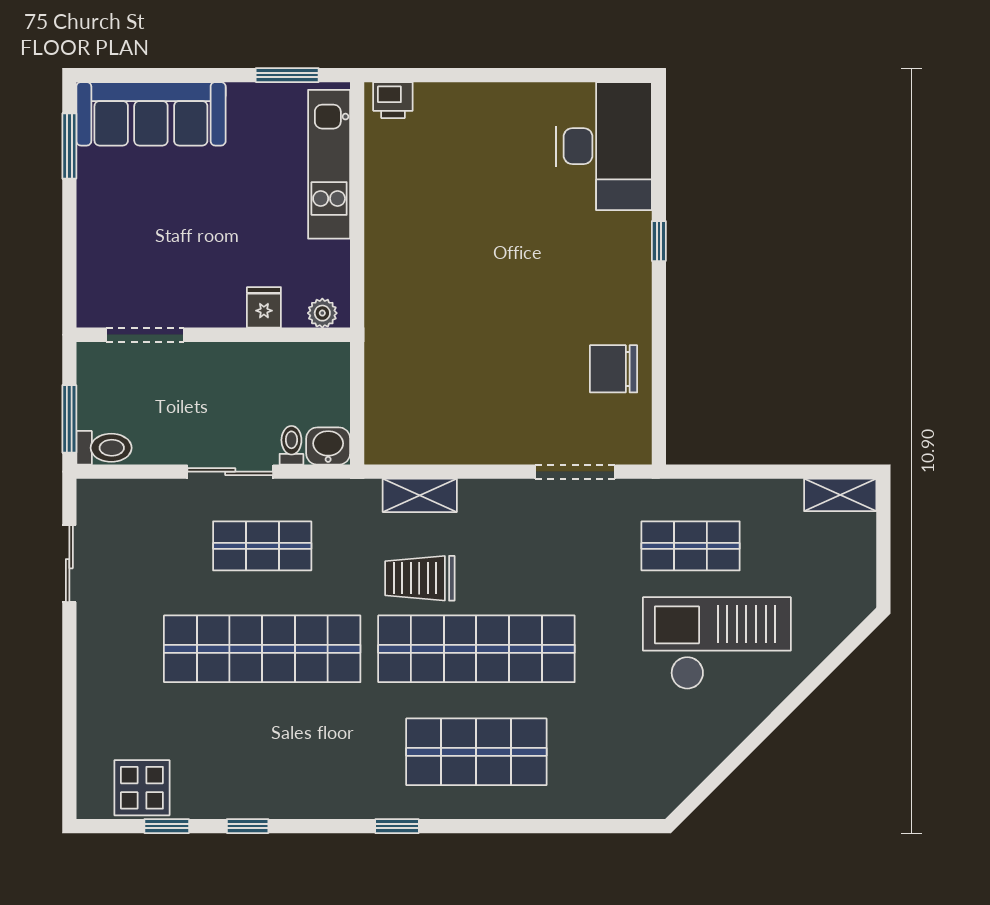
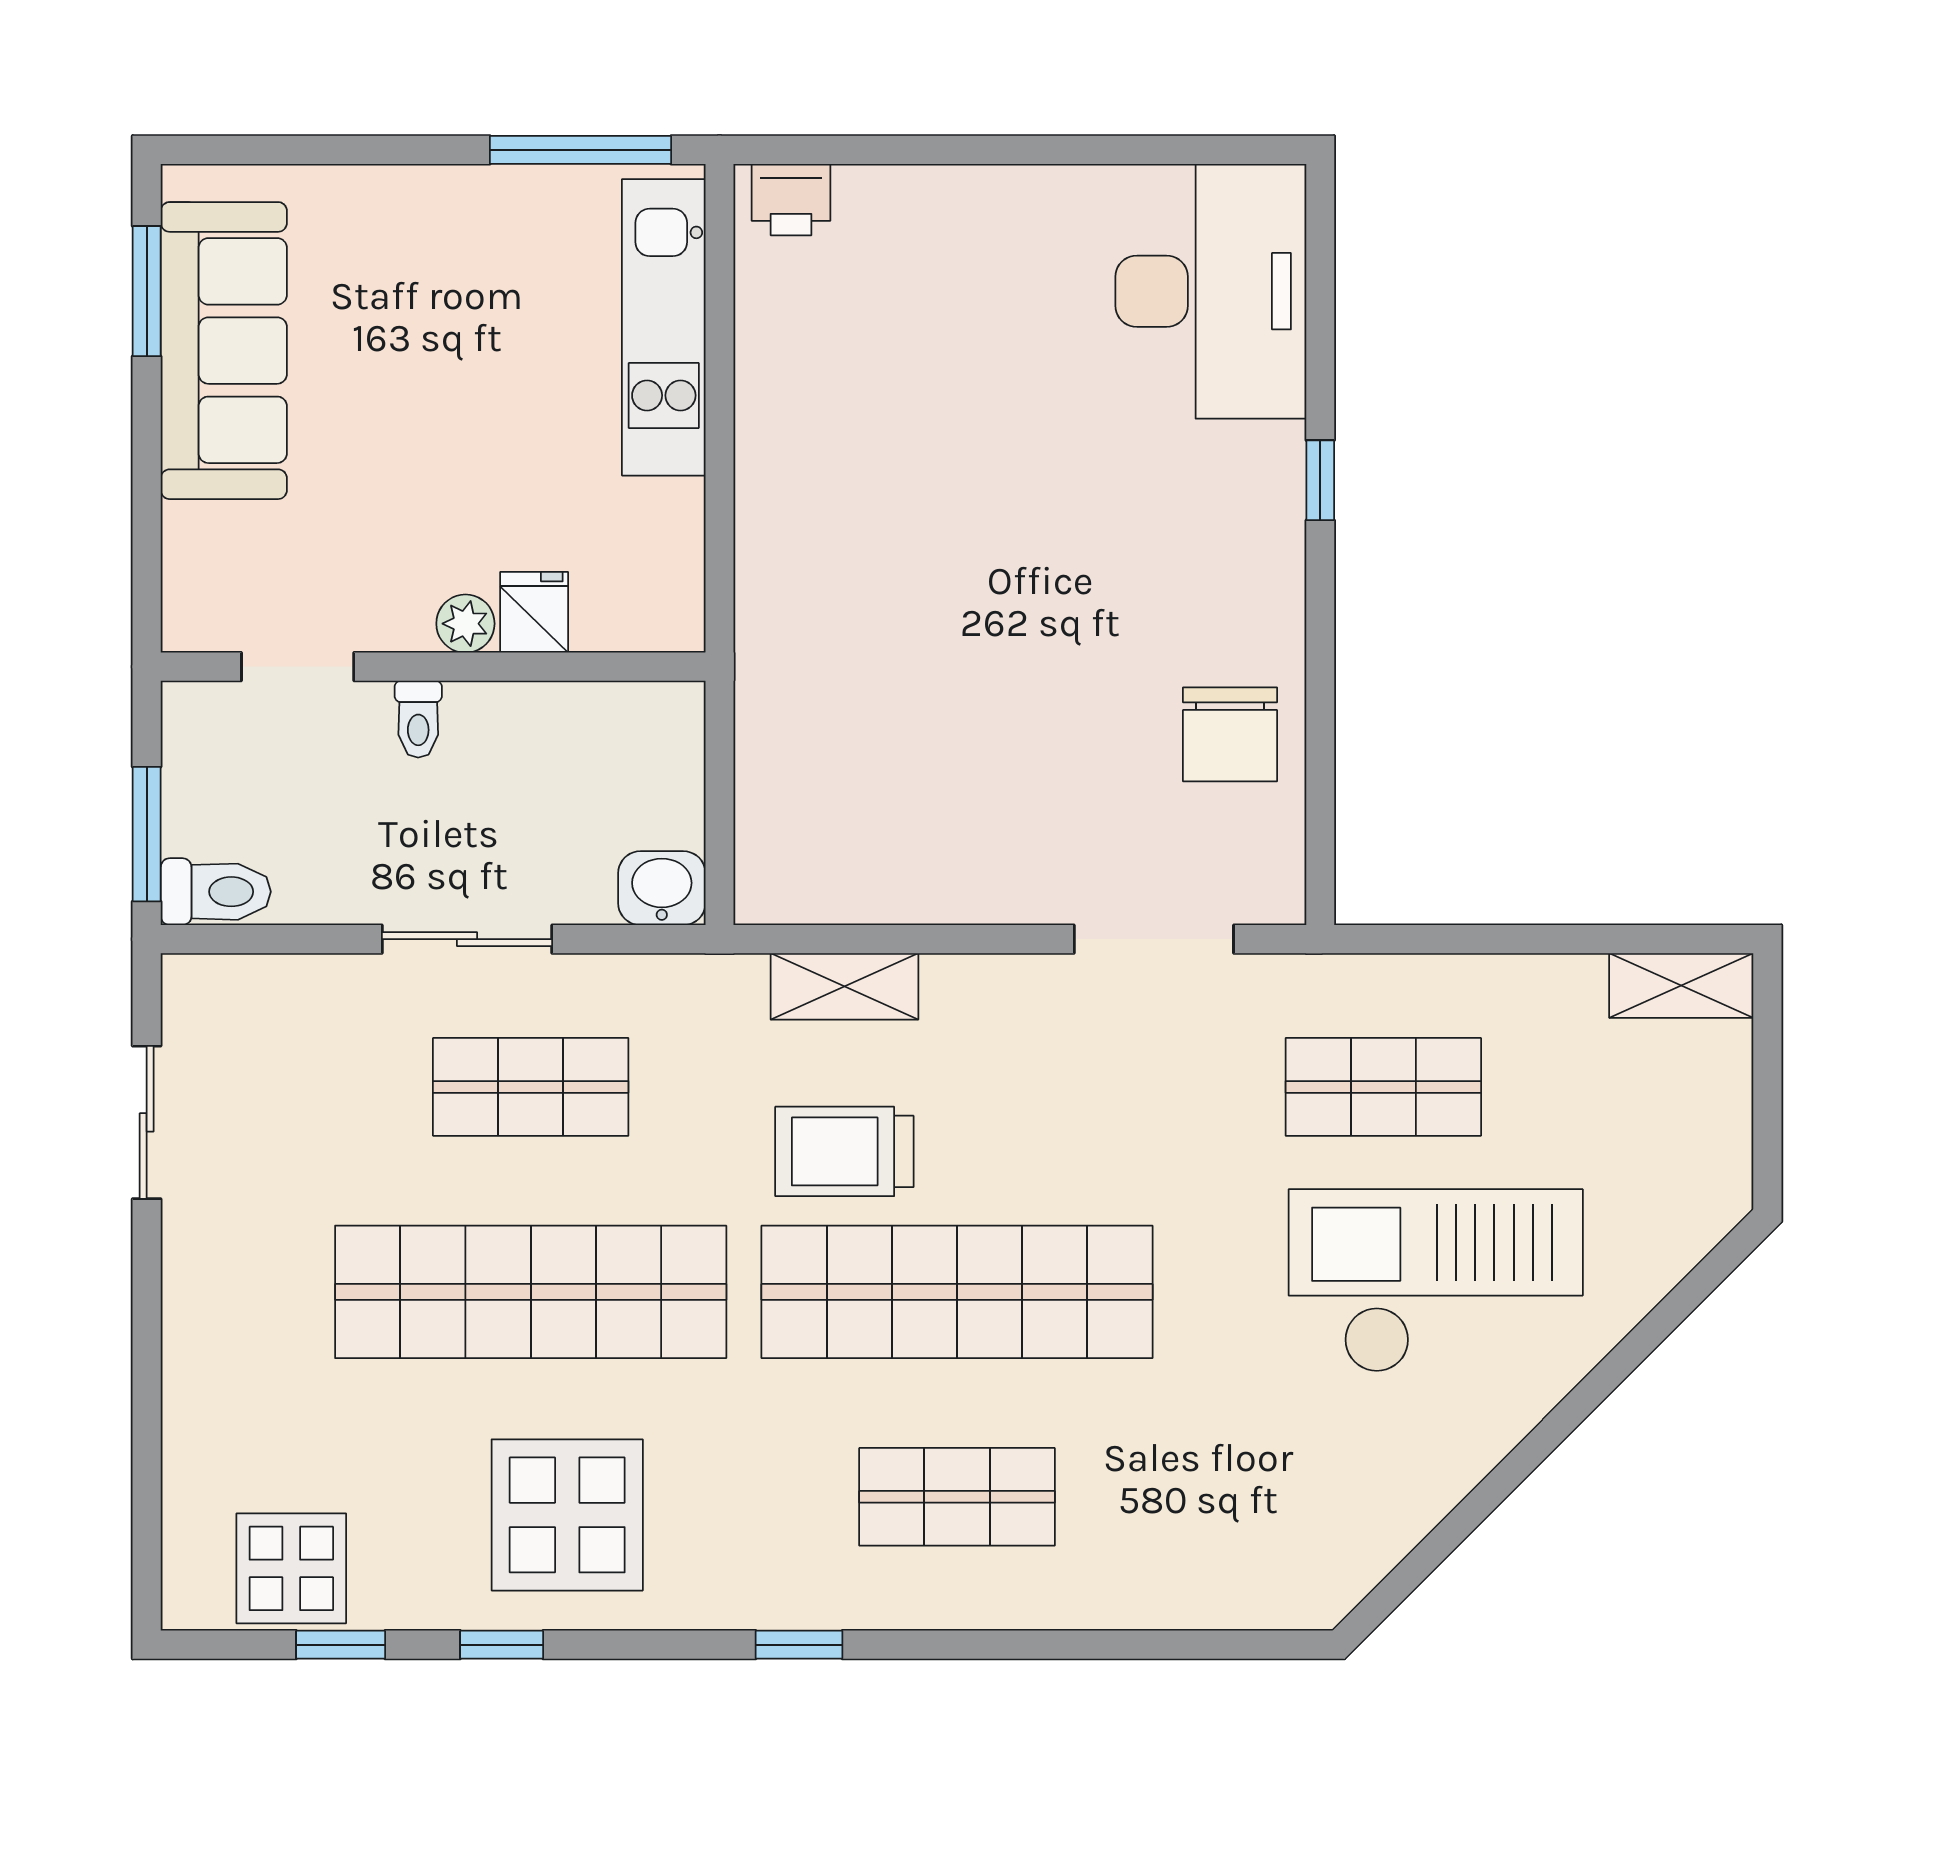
window: (287, 75) -> (580, 150), width x1.44
sofa: (151, 114) -> (224, 351), moved, turned -90
plant: (322, 313) -> (465, 624), moved
doorway: (145, 335) -> (298, 667), width x0.73
chair: (614, 369) -> (1230, 734), turned -90
toilet: (291, 445) -> (418, 719), moved, turned 180
shop shelf: (476, 752) -> (957, 1497), width x0.70, depth x0.74
display table: (281, 761) -> (567, 1515), added

